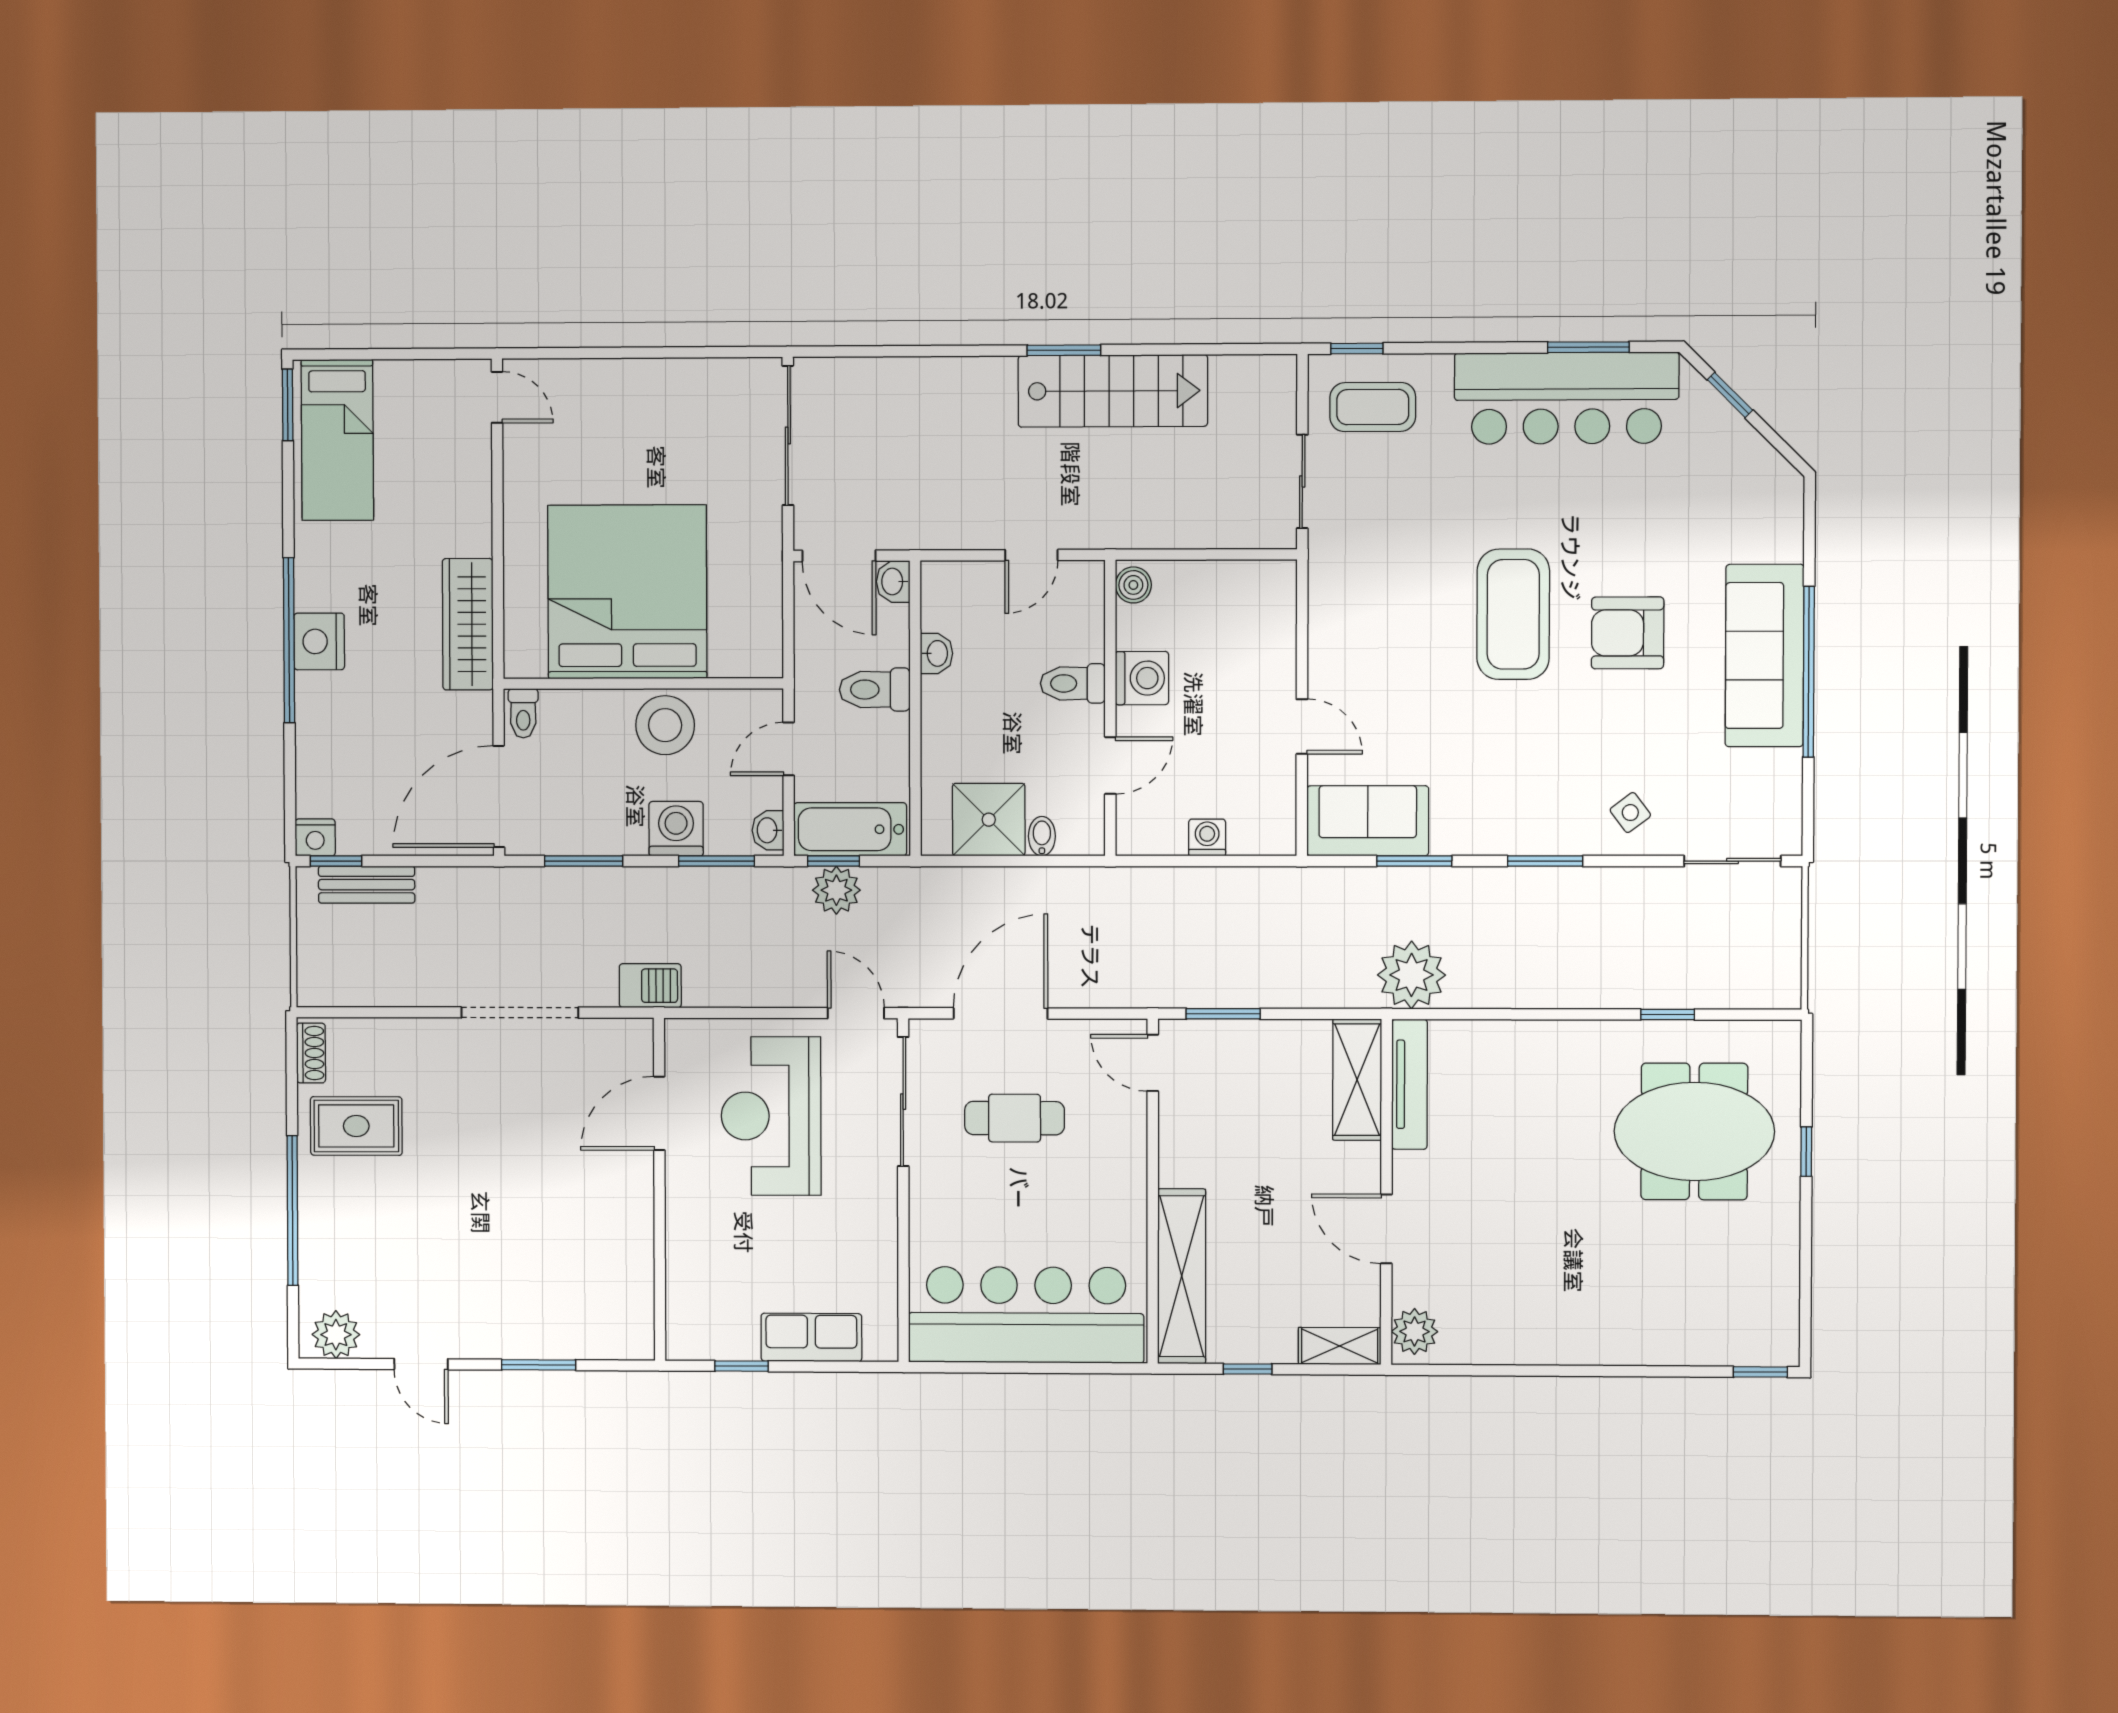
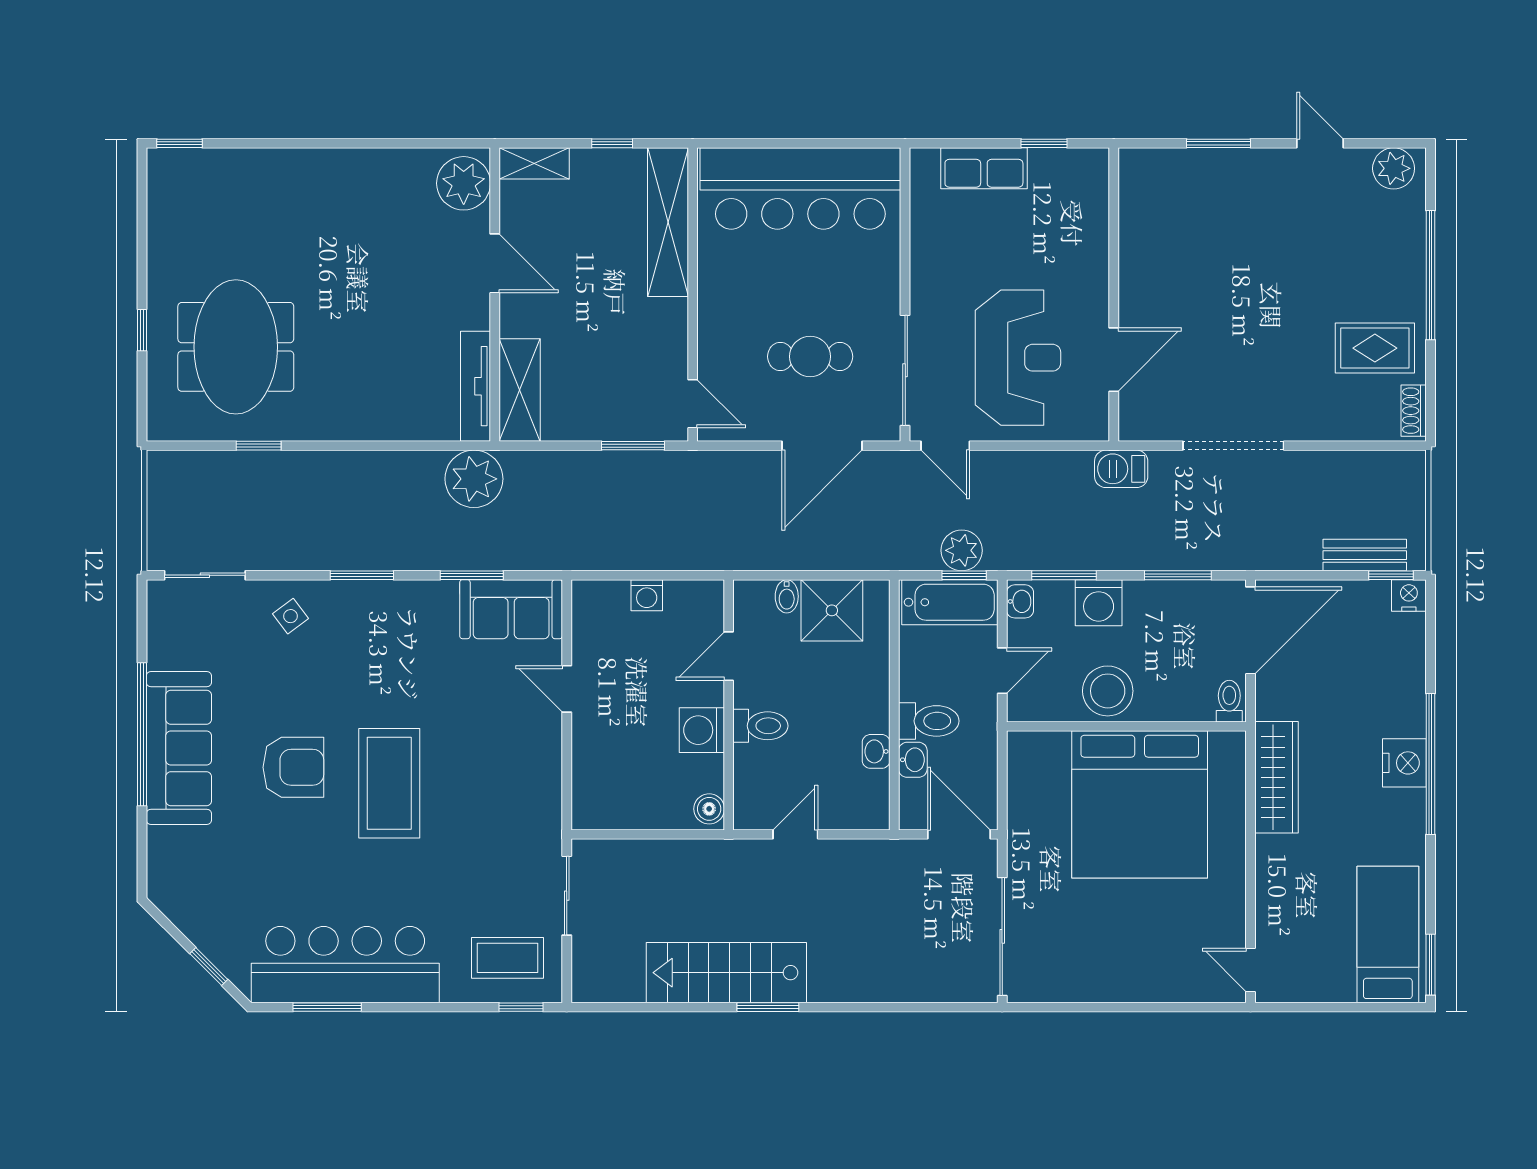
washbasin: (893, 582) -> (913, 760), moved
meeting table: (1694, 1131) -> (236, 347), turned 90
plant: (1415, 1331) -> (464, 183), width x1.36, depth x1.36

